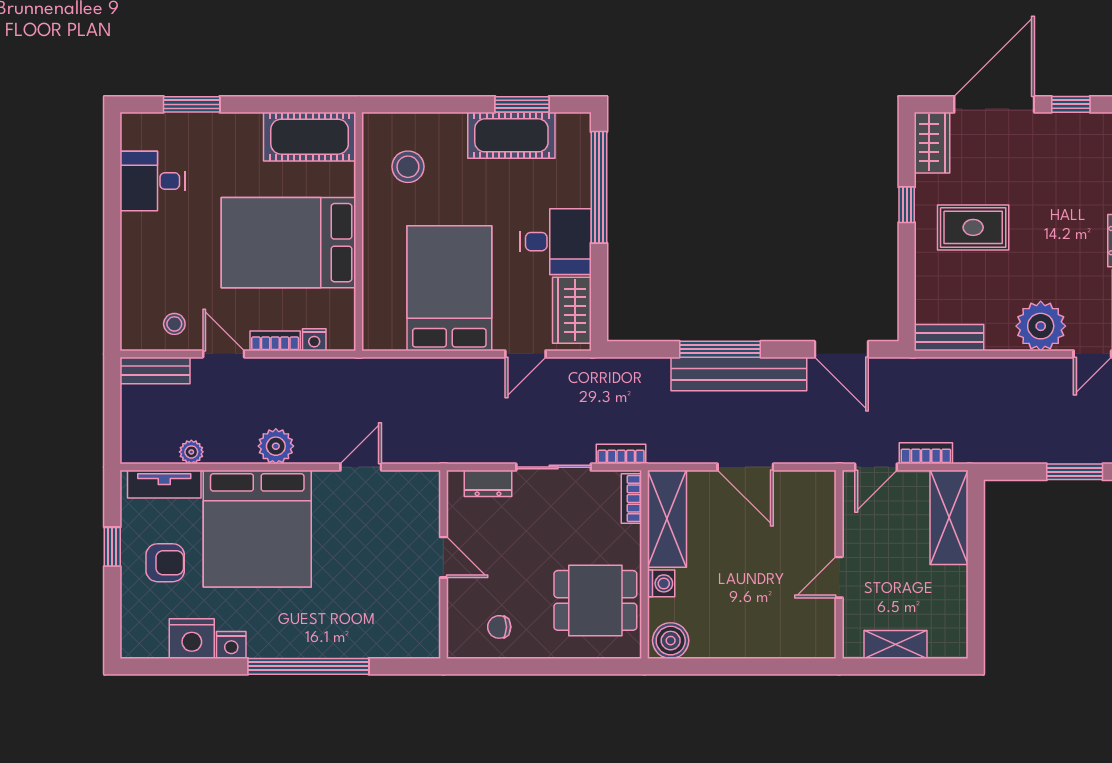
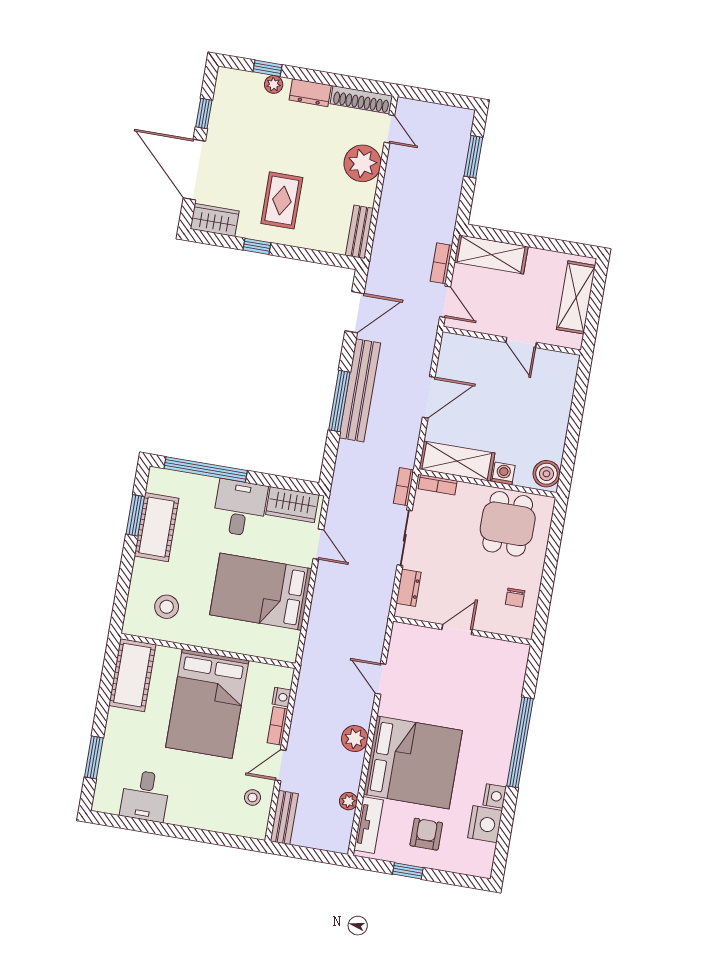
shelving: (896, 644) -> (576, 297), width x1.50, depth x1.33

